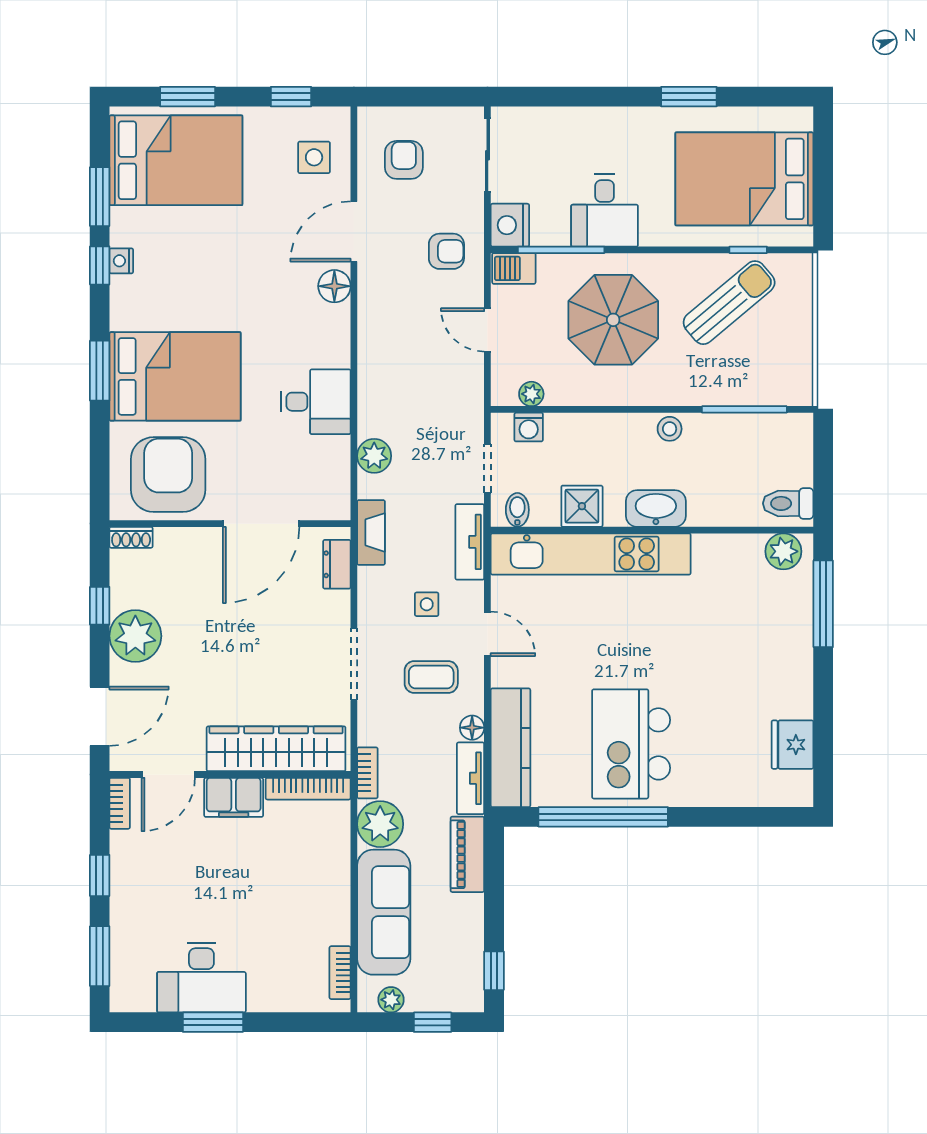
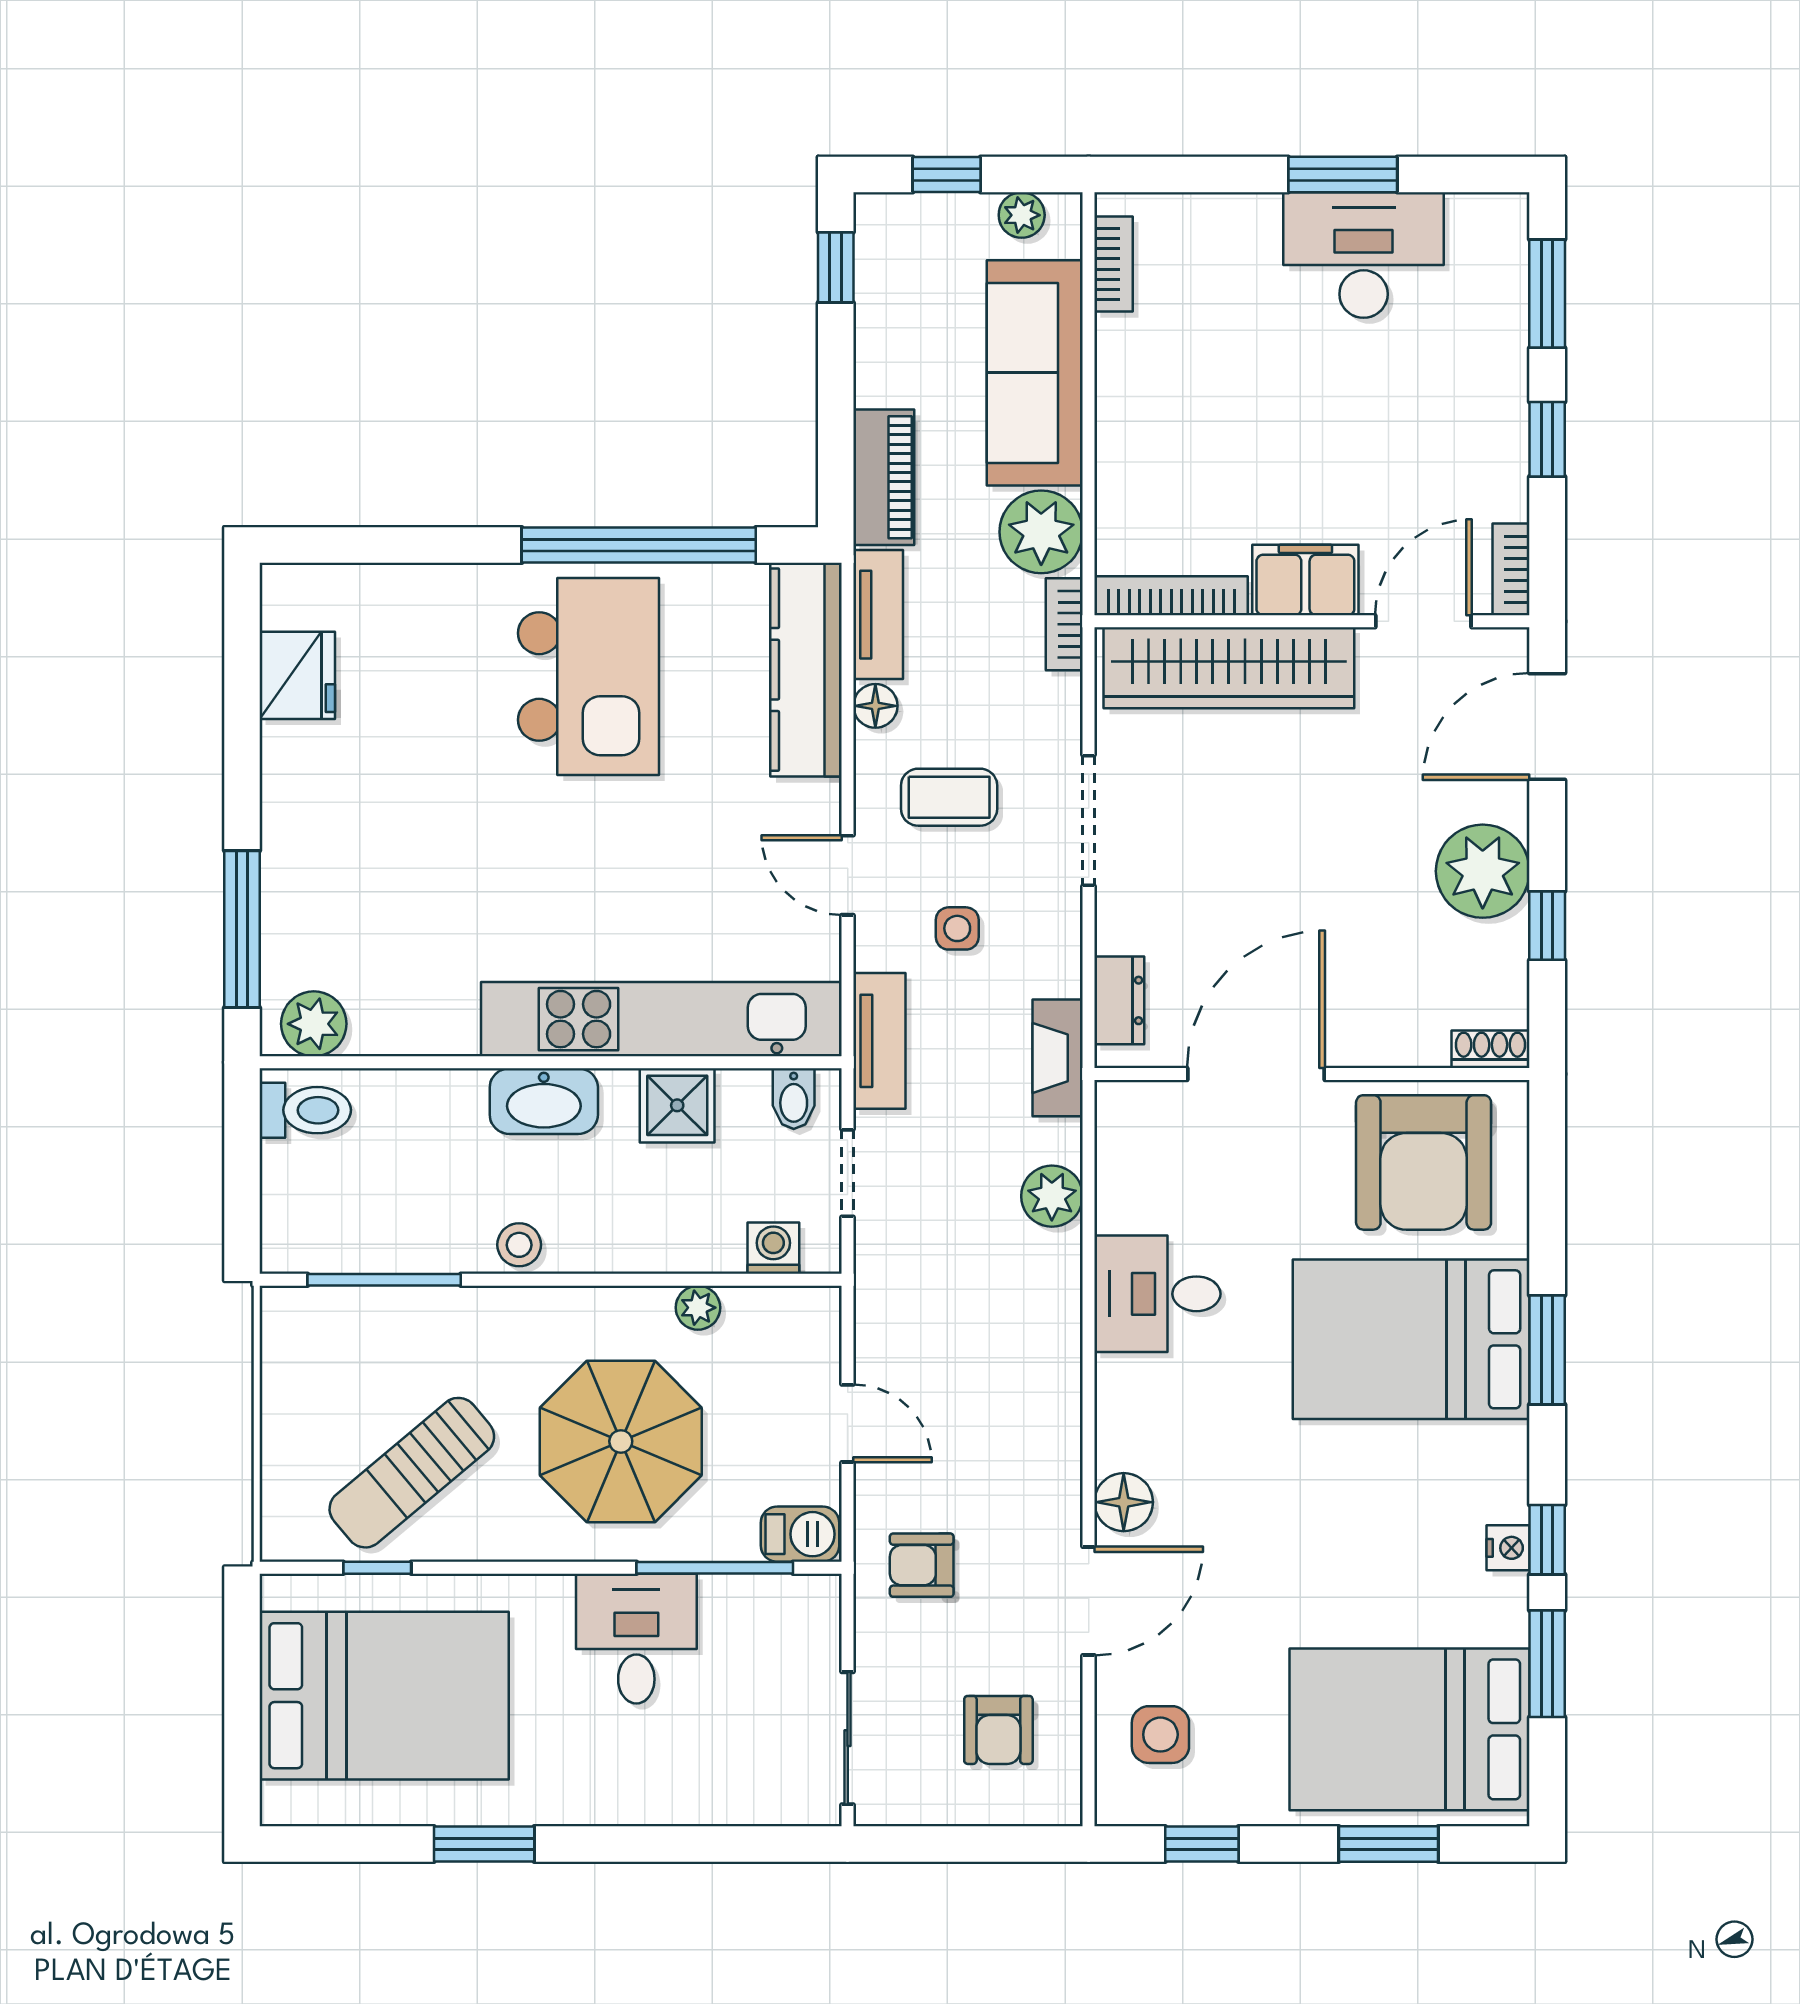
nightstand: (510, 225) -> (807, 1612), removed
plant: (531, 394) -> (698, 1308), moved

